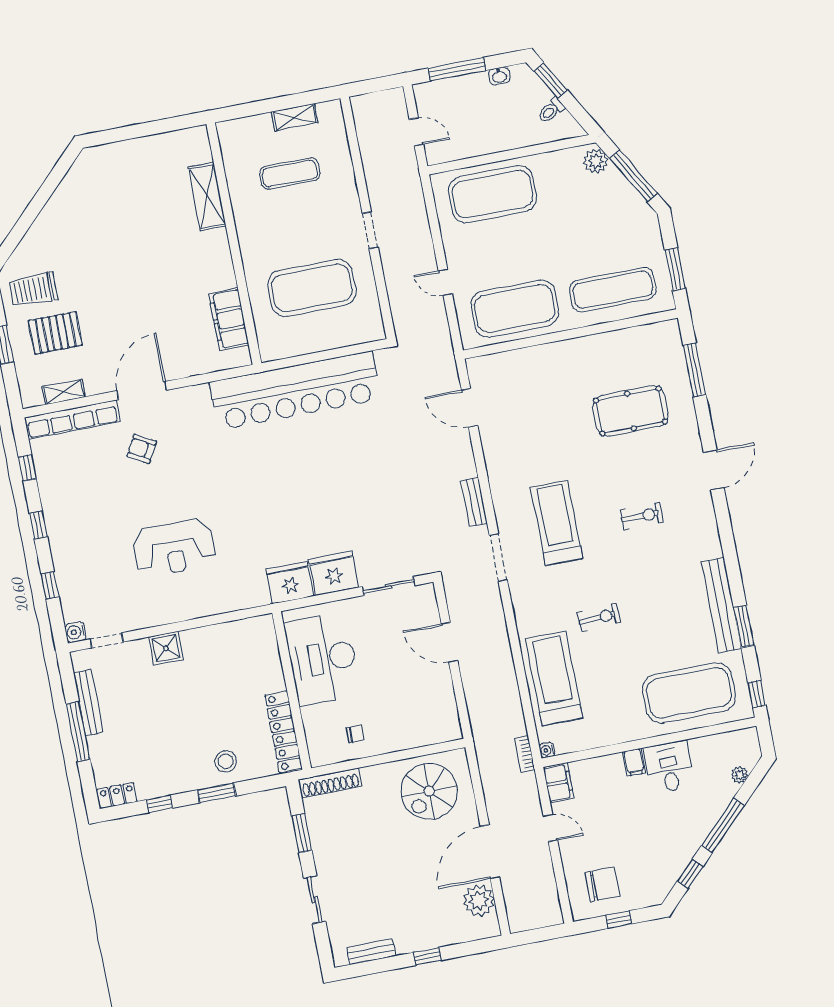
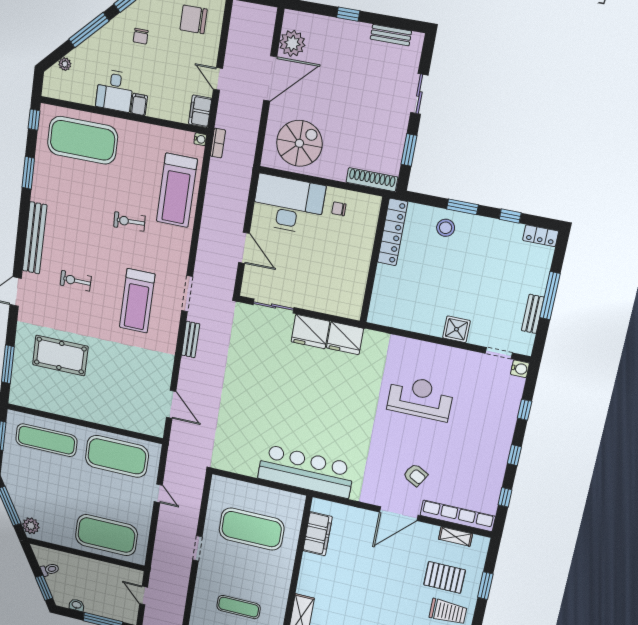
bar counter: (295, 391) -> (306, 471), width x0.73
bench: (721, 605) -> (35, 238), moved
desk: (322, 659) -> (288, 204), moved, turned -90
bench: (88, 702) -> (533, 314), width x0.73
chair: (659, 842) -> (141, 36), added

